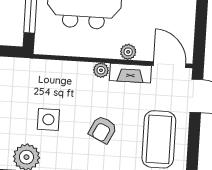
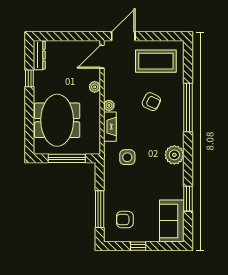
fireplace: (130, 73) -> (110, 127), moved
side table: (48, 120) -> (127, 157), moved

